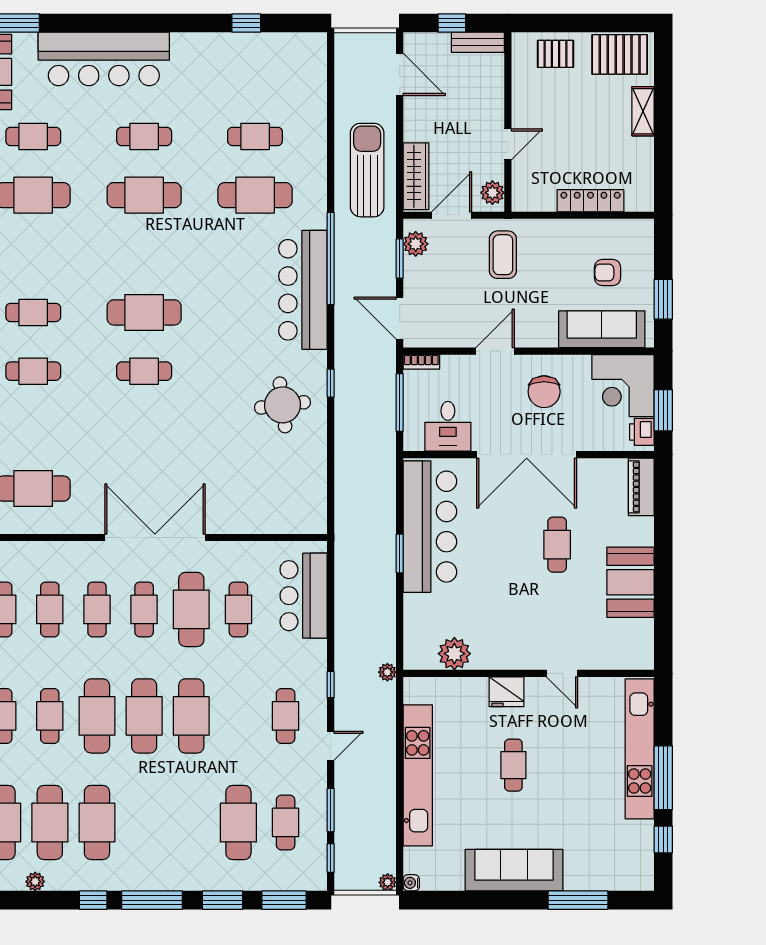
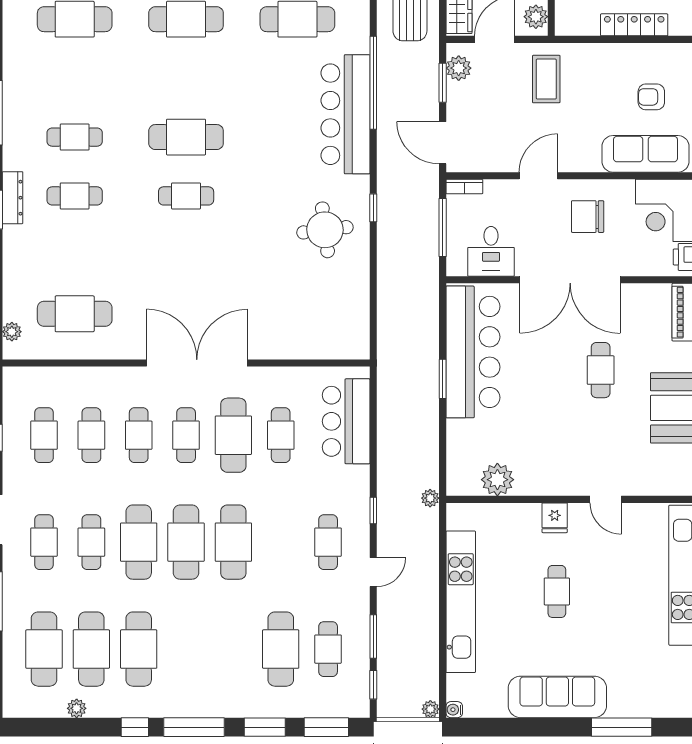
chair: (544, 392) -> (588, 217), turned 90
fridge: (506, 692) -> (555, 518), width x0.72

